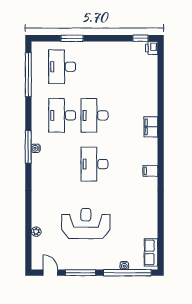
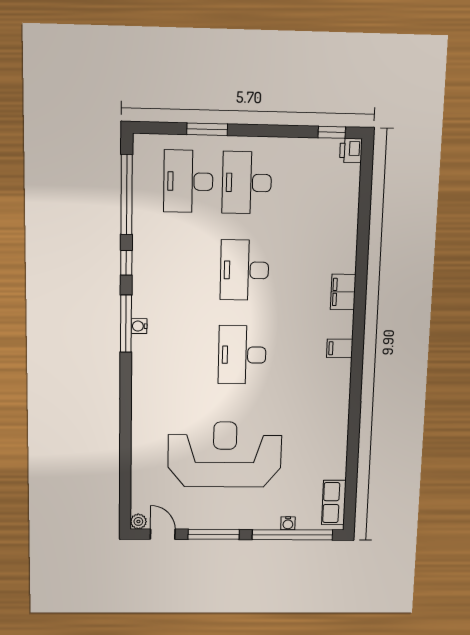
window: (28, 112) -> (126, 263), added
desk: (62, 115) -> (247, 183), moved
filing cabinet: (150, 171) -> (340, 348), moved
reception desk: (86, 223) -> (225, 455), width x1.36, depth x1.30
plant: (36, 232) -> (138, 521), moved

